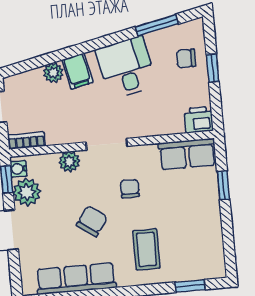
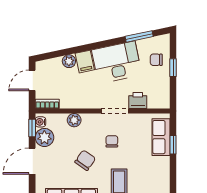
desk: (126, 68) -> (117, 62), width x1.37
printer: (199, 120) -> (138, 100), moved
doorway: (107, 144) -> (115, 111), moved
row of seats: (187, 154) -> (161, 137), moved, turned 90

